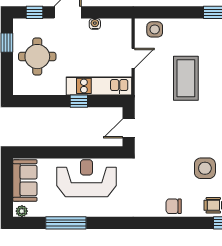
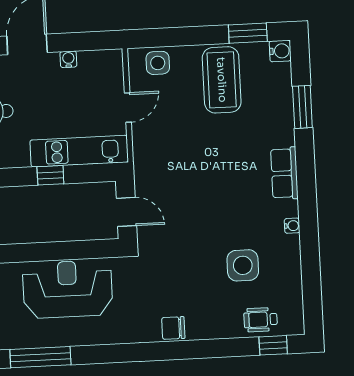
coffee table: (186, 78) -> (222, 80), moved
door: (129, 128) -> (126, 212), swing flipped
chair: (174, 206) -> (173, 328), moved

